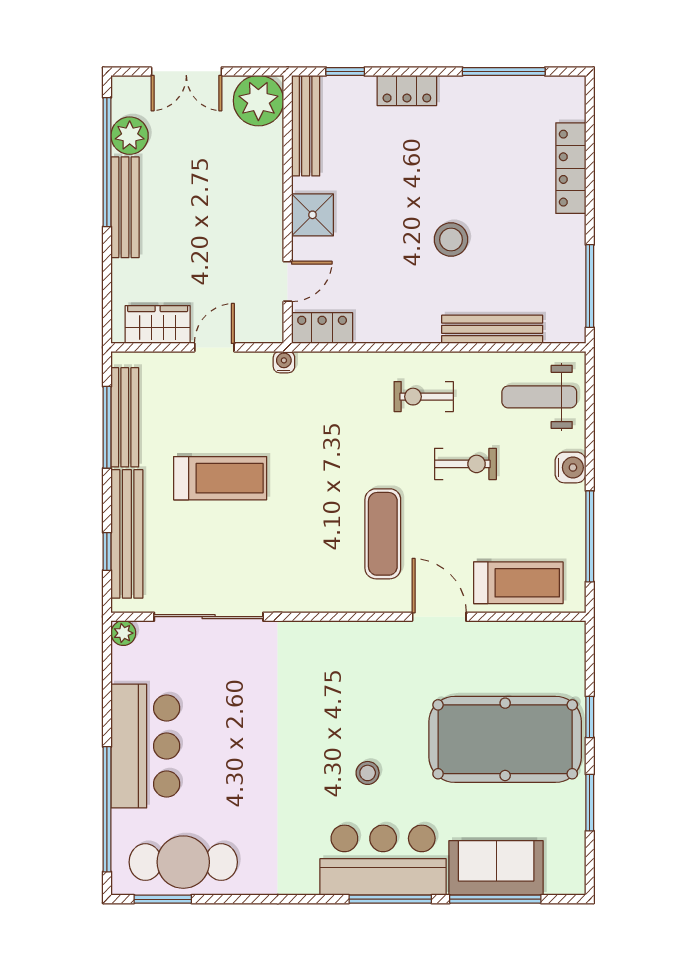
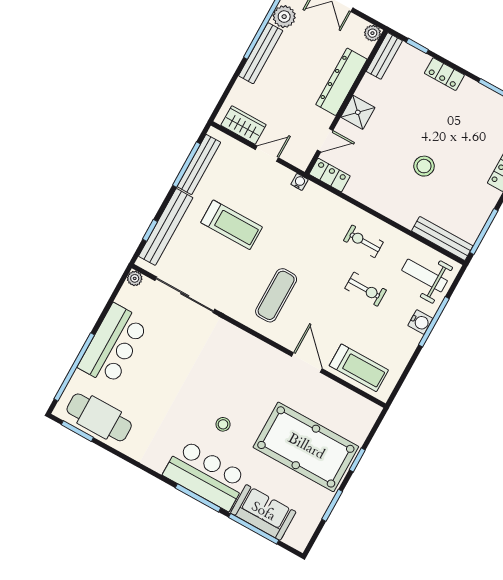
plant: (258, 101) -> (372, 33), width x0.53, depth x0.53
bench: (306, 126) -> (384, 56), width x0.73
dresser: (265, 184) -> (341, 82), added
bench: (492, 329) -> (442, 238), moved
exercise mat: (383, 534) -> (276, 295), moved
window: (590, 536) -> (434, 322), moved

